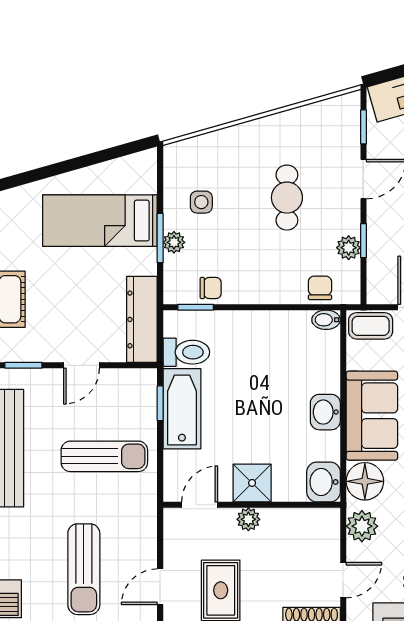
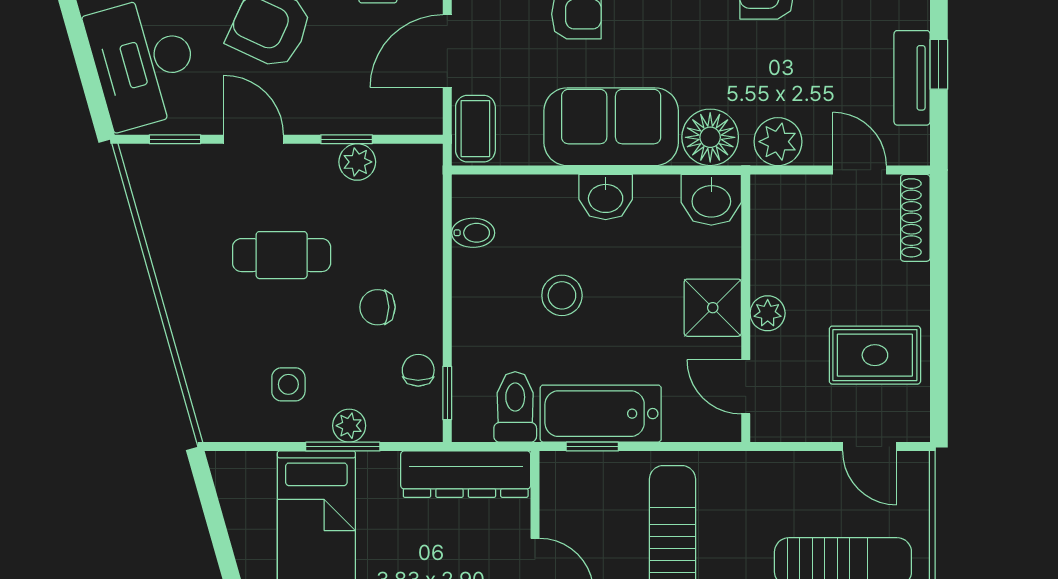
chair: (320, 288) -> (377, 307), moved
bidet: (326, 320) -> (473, 233), moved, turned -90
stool: (260, 383) -> (562, 295), added

